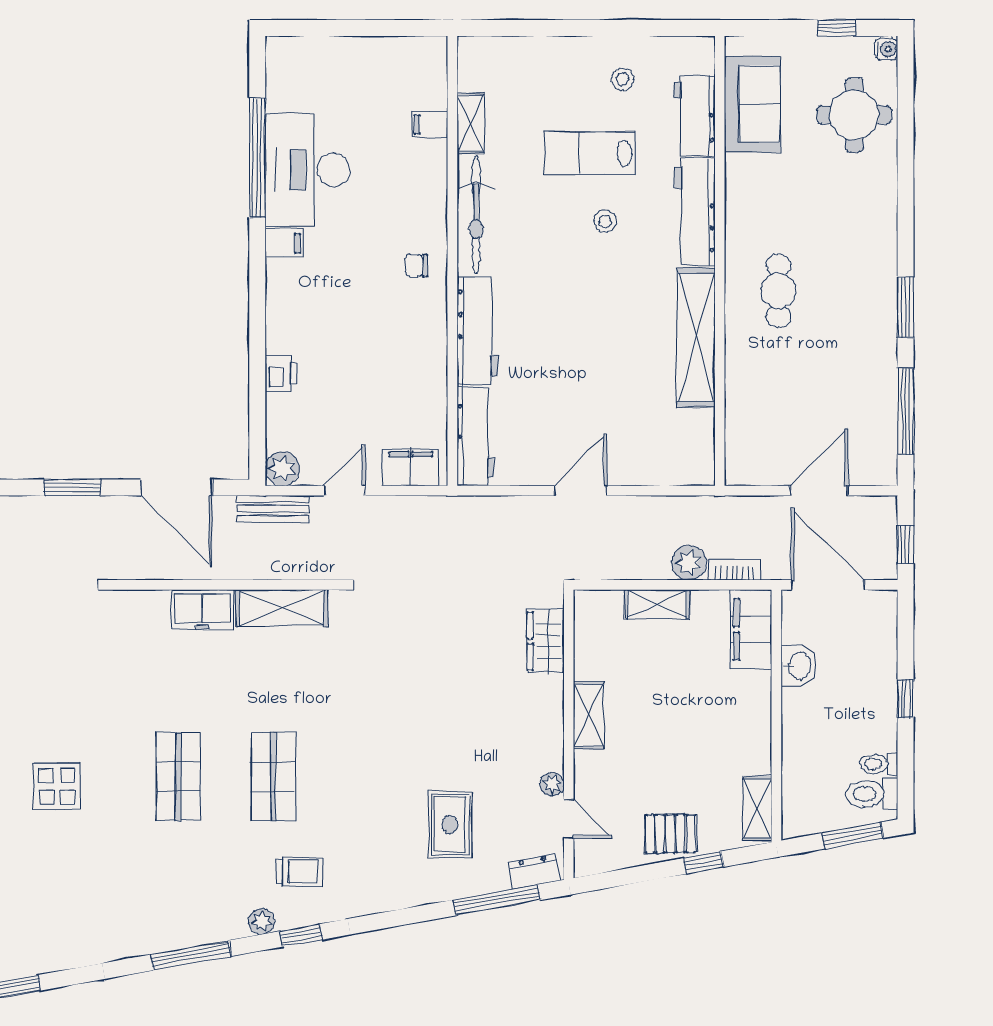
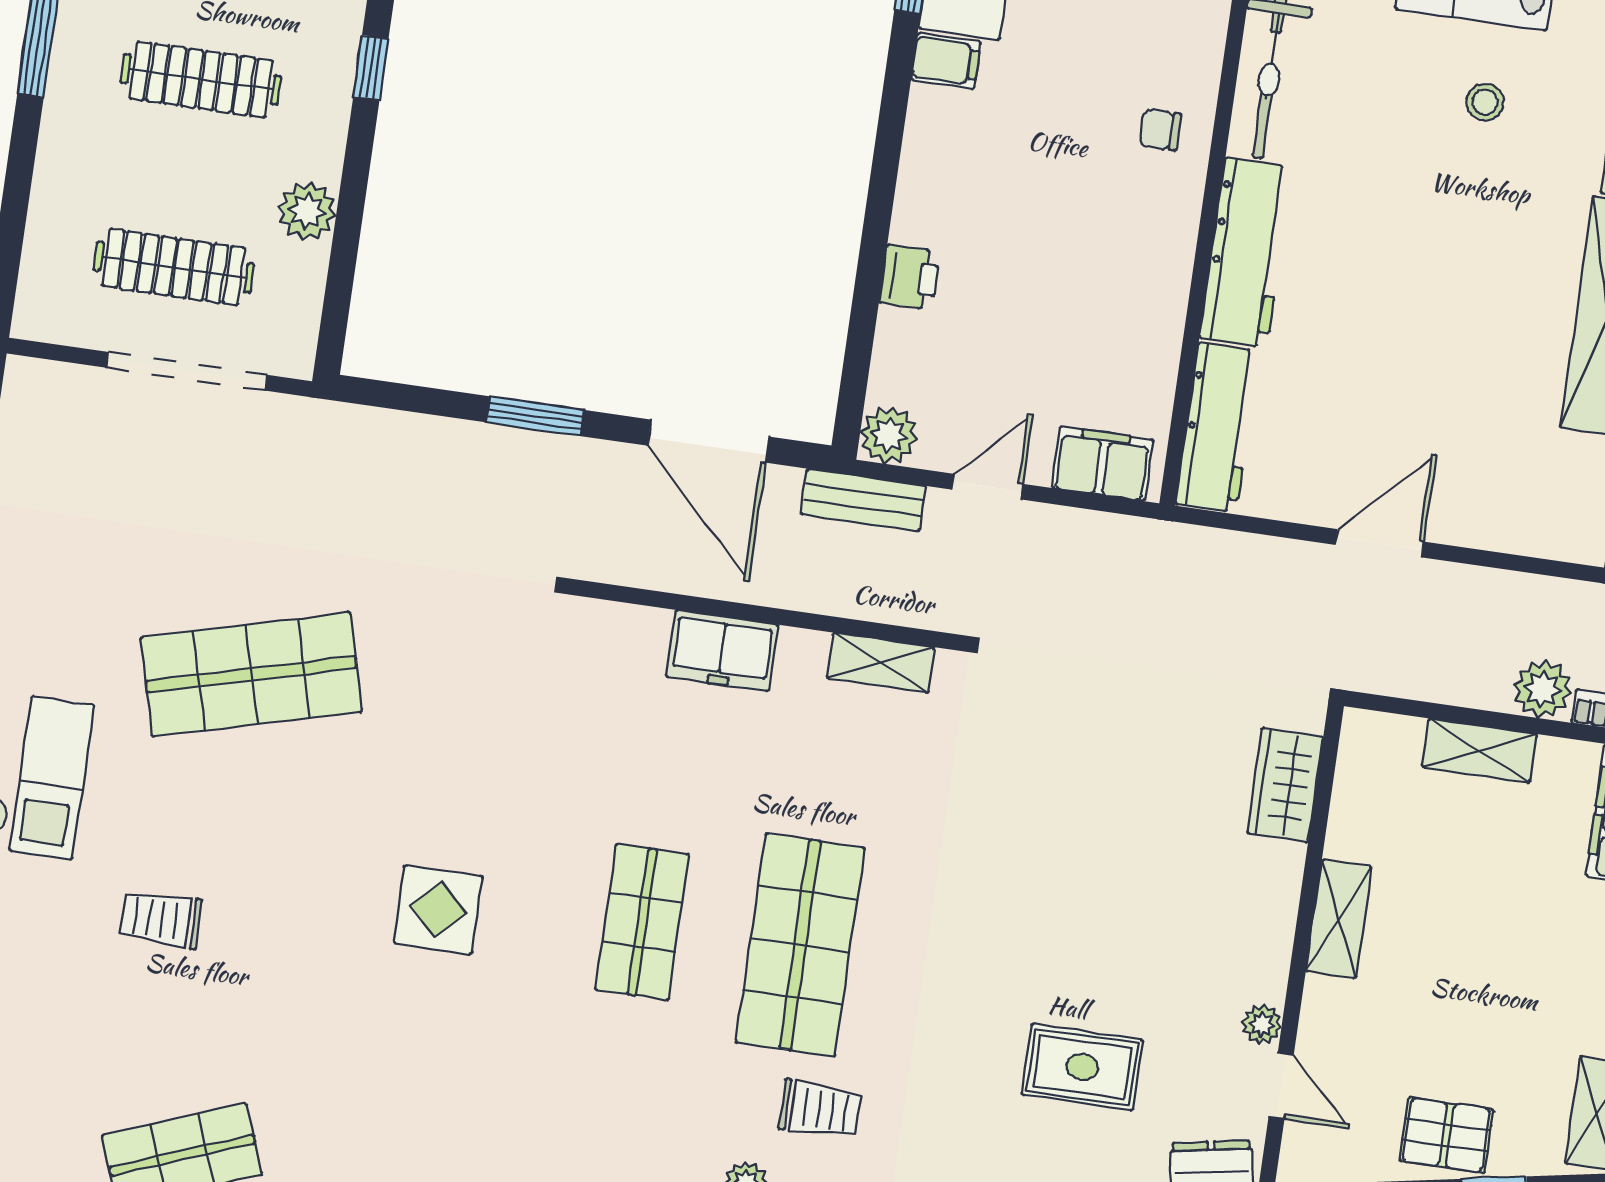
shelving: (282, 608) -> (881, 663), width x0.67, depth x0.75
shop shelf: (273, 776) -> (800, 945), width x1.43, depth x1.36
rug: (450, 825) -> (1082, 1067), turned 90

